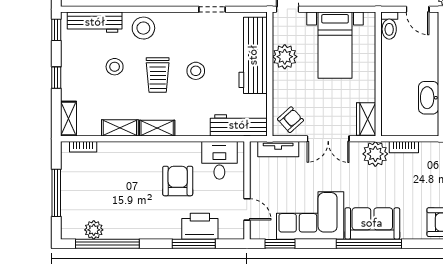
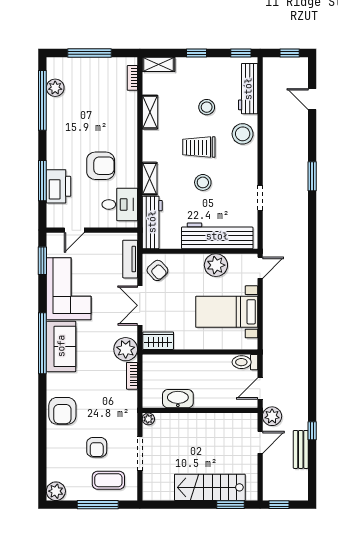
shelving: (157, 128) -> (150, 179), moved

